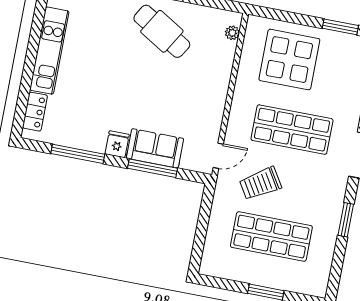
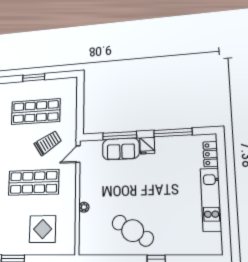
plant: (232, 33) -> (84, 207), moved
display table: (289, 60) -> (43, 229), width x0.73, depth x0.73

